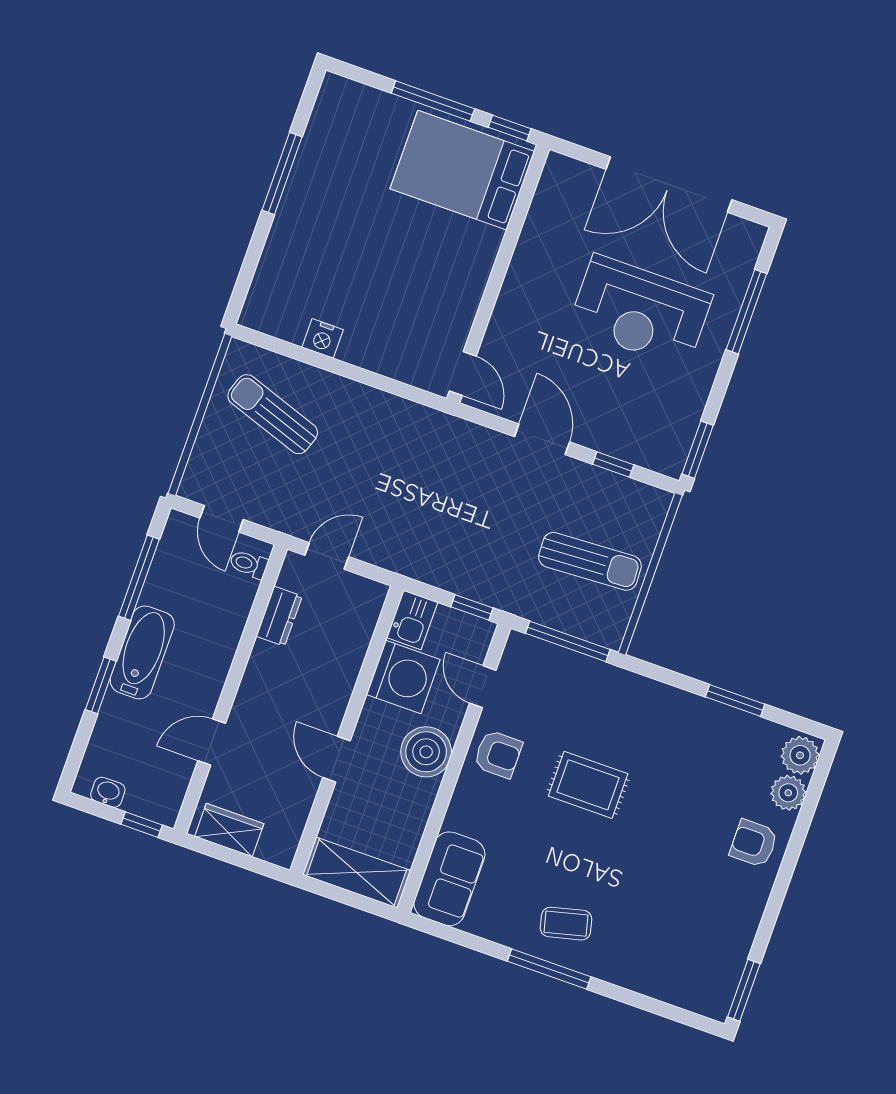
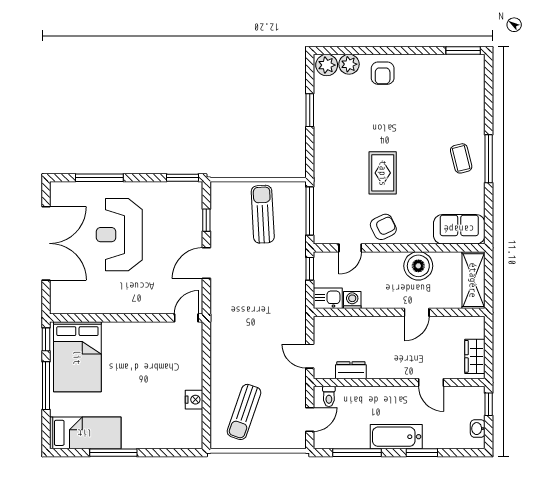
bed: (331, 138) -> (85, 433), added
reception desk: (640, 311) -> (119, 235), turned 180
washing machine: (403, 677) -> (352, 300), width x0.53, depth x0.53
boiler: (426, 752) -> (418, 266), moved
armchair: (498, 754) -> (383, 227), turned 64

